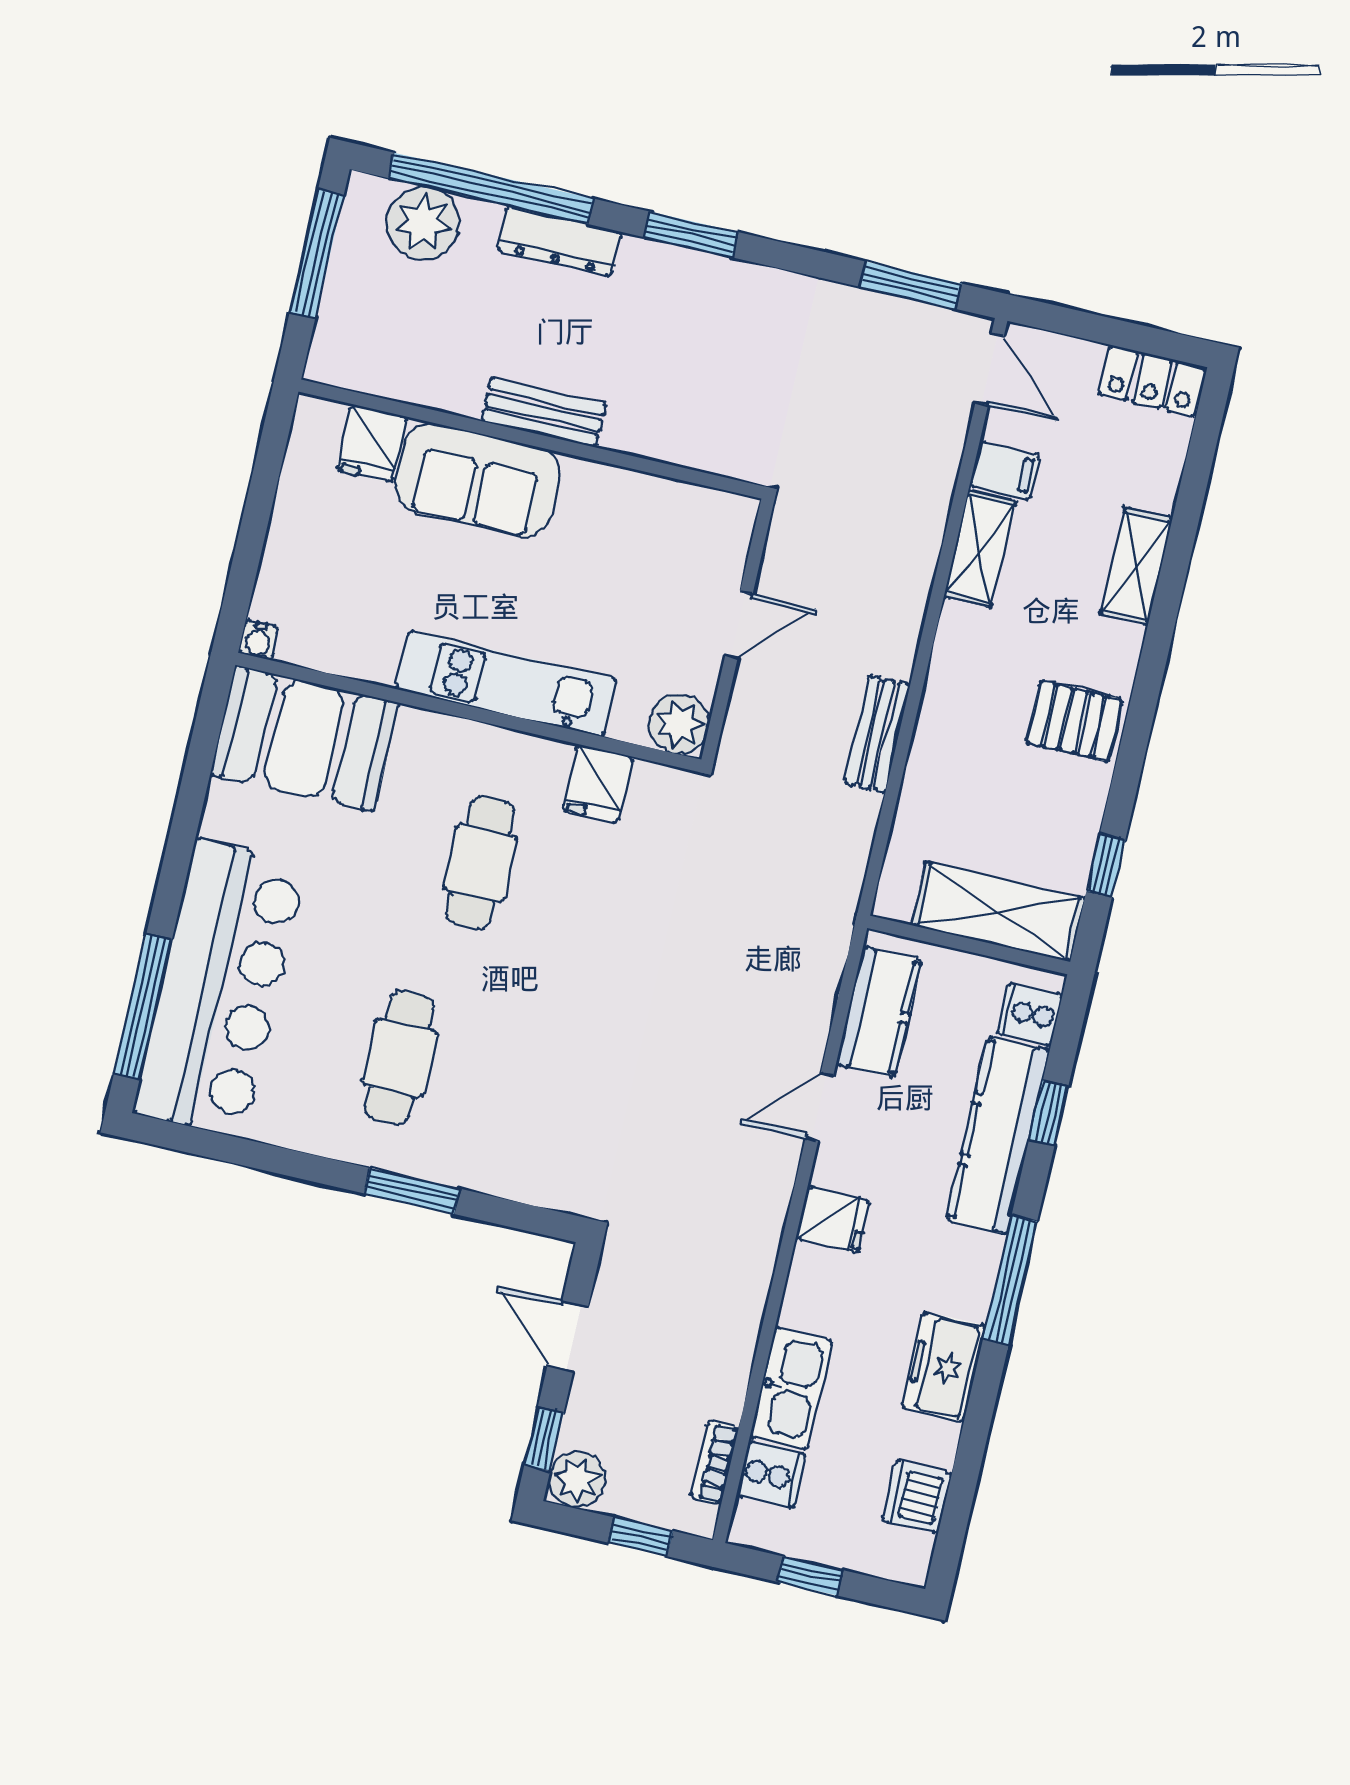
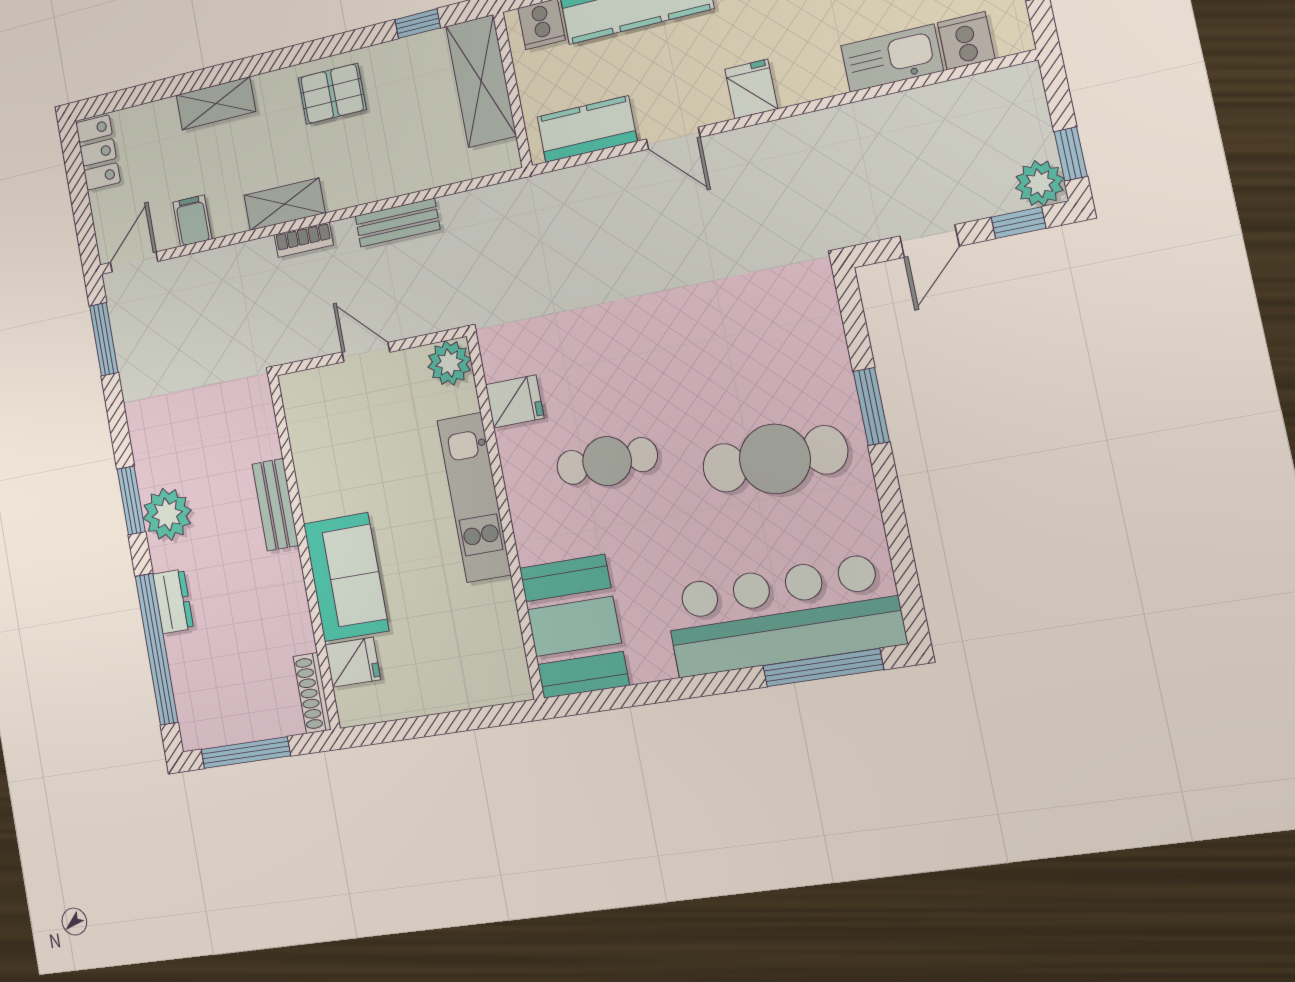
plant: (423, 223) -> (167, 514), moved
dresser: (559, 241) -> (173, 601), width x0.70
shoe rack: (355, 374) -> (312, 693), added
bench: (544, 412) -> (275, 505), moved
shelving: (980, 549) -> (284, 204), moved
water cooler: (258, 640) -> (519, 688), removed
pallet: (1074, 721) -> (332, 94), turned 90
cafe table: (399, 1058) -> (775, 459), width x1.37, depth x1.35
bookcase: (715, 1463) -> (304, 240), moved
window: (640, 1537) -> (1071, 154), moved

